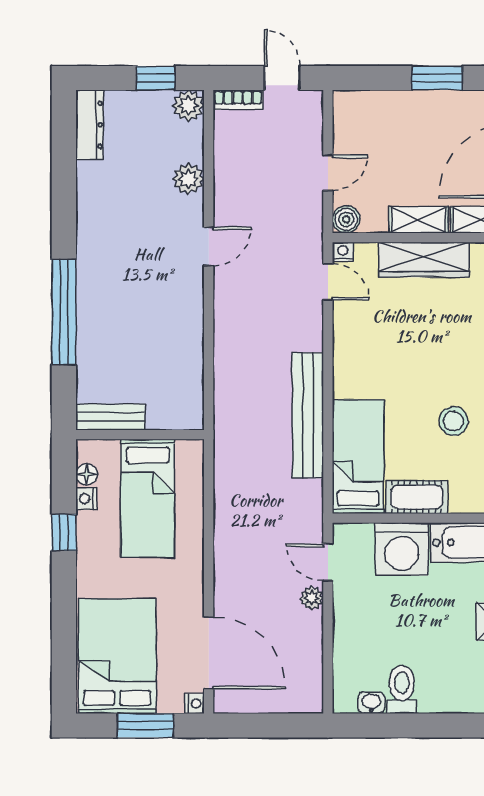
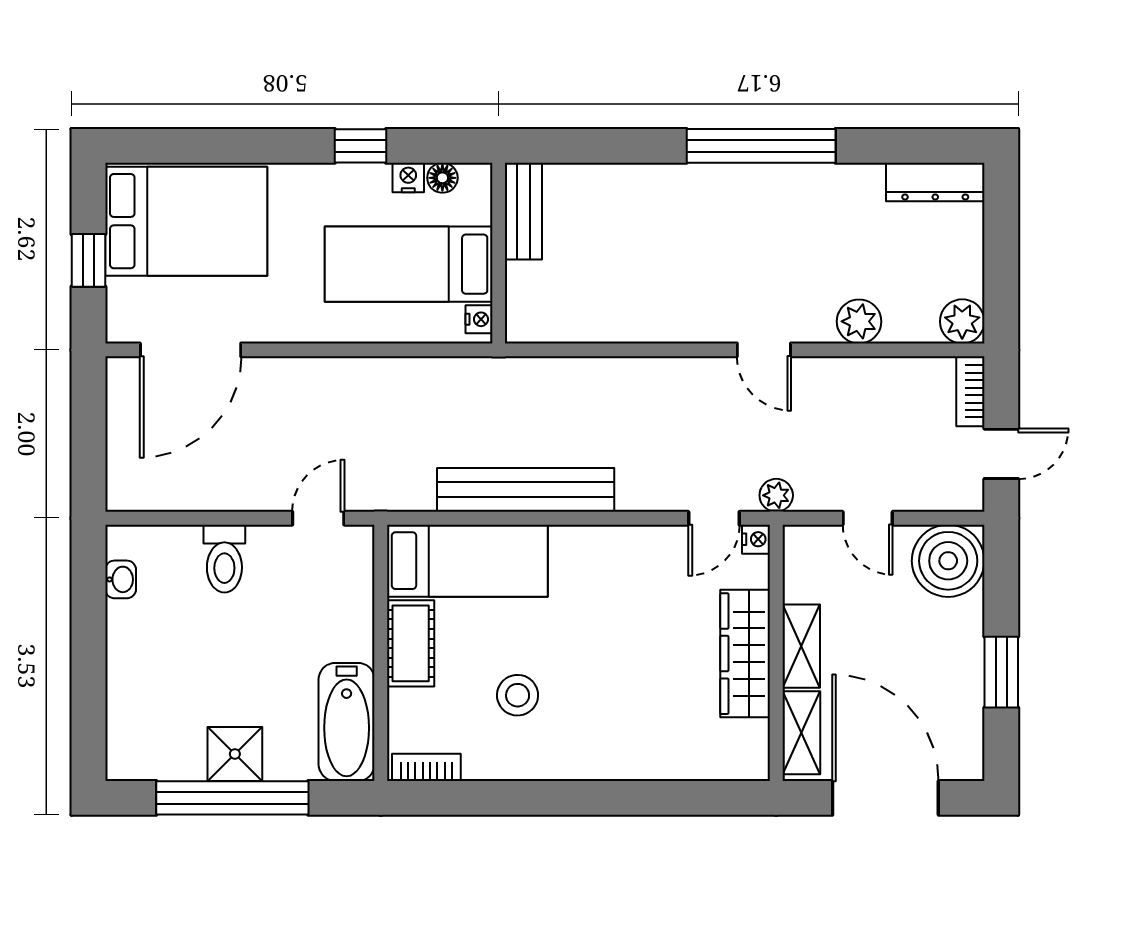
window: (156, 78) -> (1001, 276), removed
boiler: (346, 219) -> (948, 561), moved, width x1.86, depth x1.86
window: (64, 312) -> (761, 146), moved
washing machine: (402, 549) -> (337, 622), removed
plant: (312, 598) -> (776, 495), moved
toilet: (402, 689) -> (224, 559), moved, turned 90
nightstand: (195, 704) -> (479, 319), moved, turned -90
window: (145, 726) -> (88, 260), width x0.67

